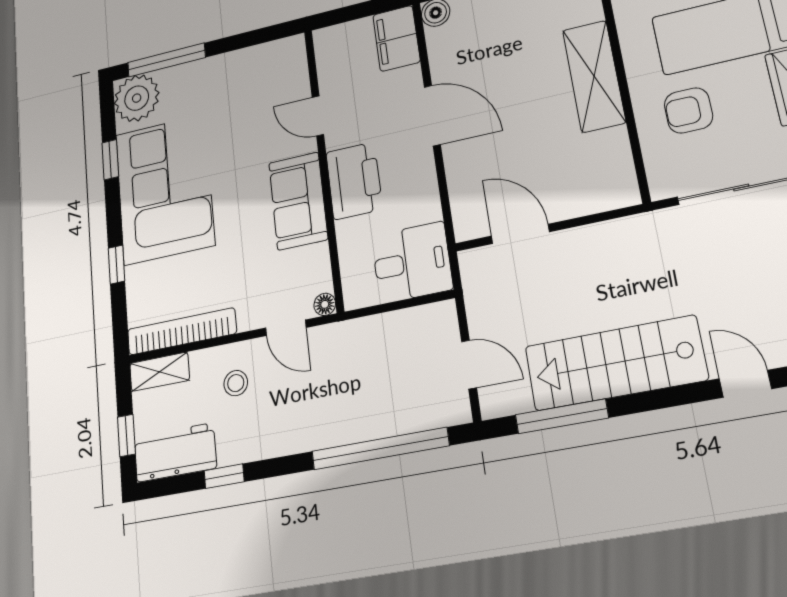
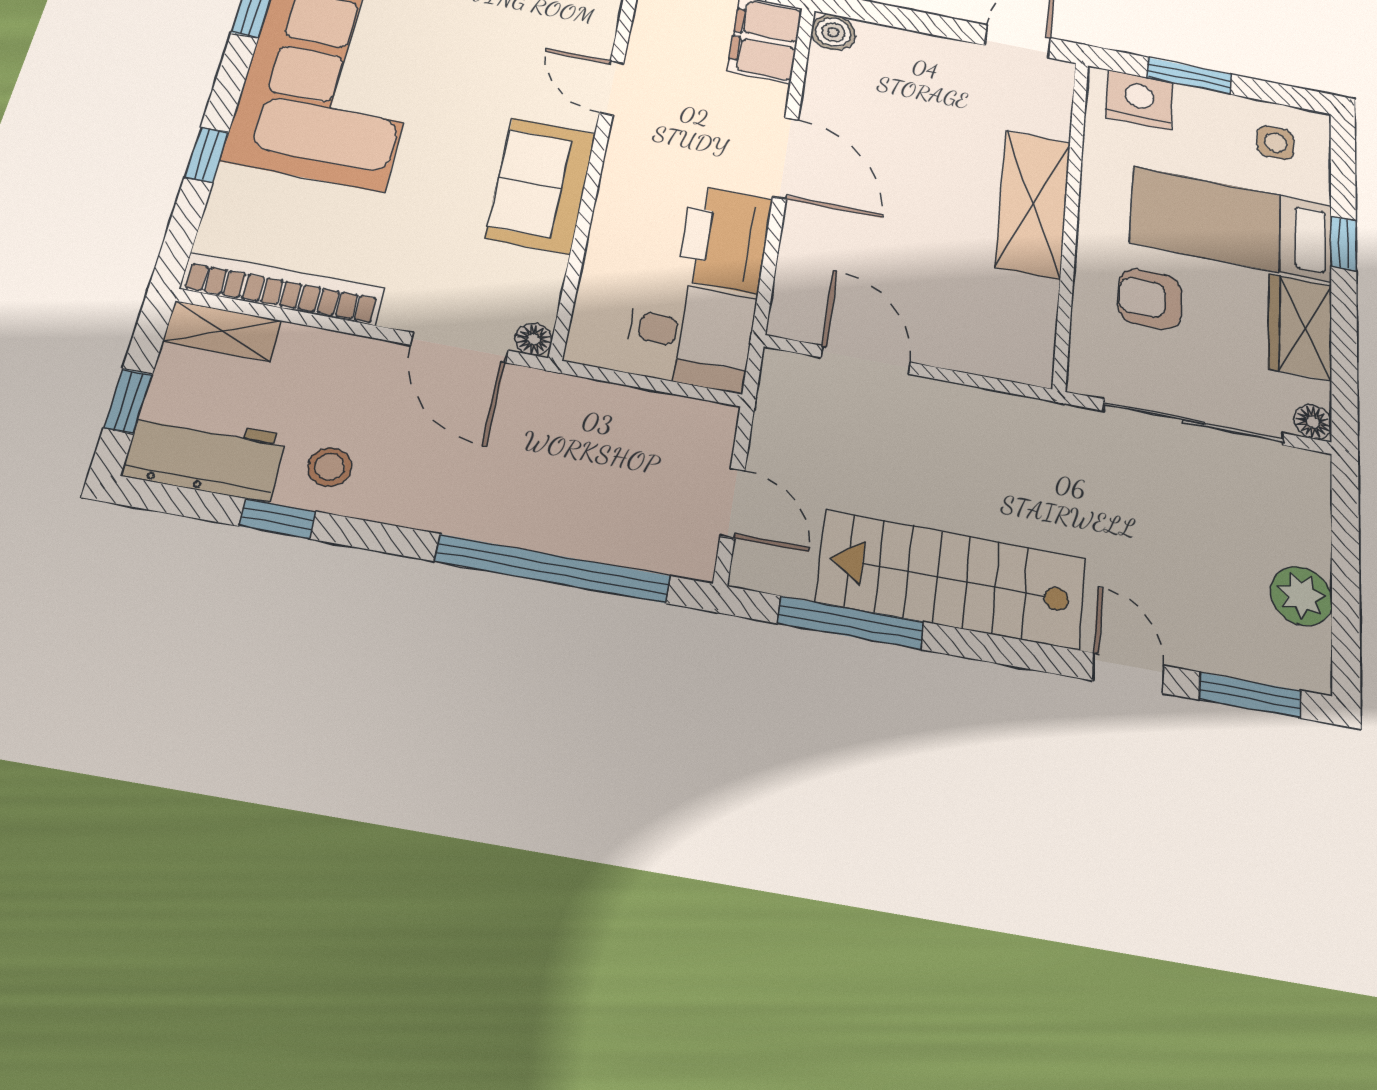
printer: (354, 181) -> (725, 239), moved, turned 180
door: (286, 328) -> (459, 348), width x1.38
stool: (236, 383) -> (330, 467), moved

